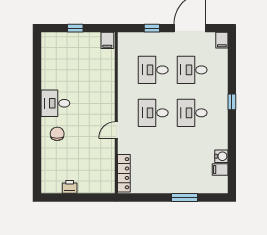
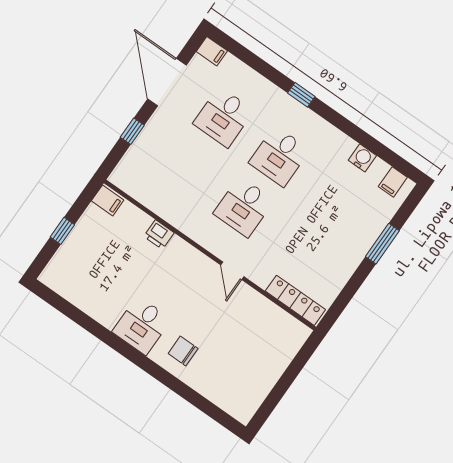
desk: (153, 70) -> (188, 168), removed
filing cabinet: (220, 170) -> (393, 182), moved
printer: (70, 187) -> (159, 235), moved, turned -90

